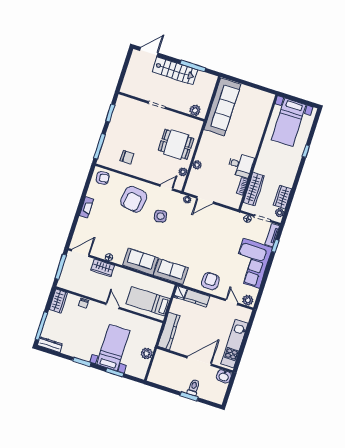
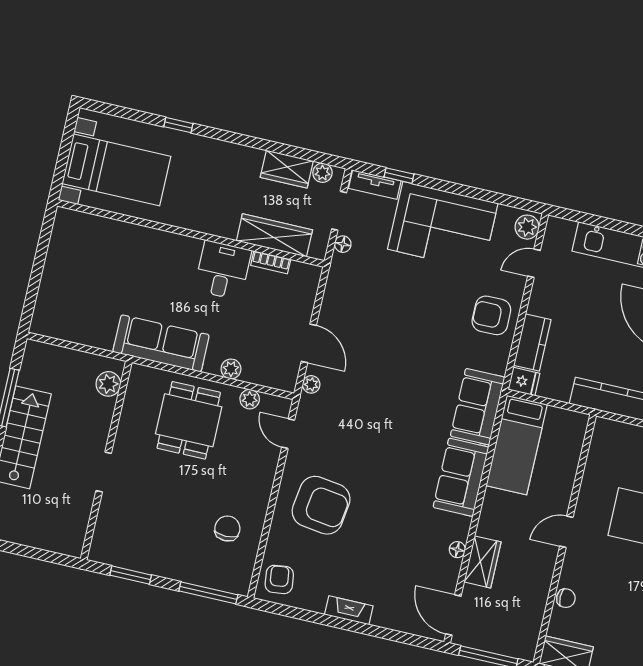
sofa: (222, 107) -> (161, 343), moved, width x0.74, depth x0.79
side table: (160, 216) -> (354, 441), removed
bed: (148, 301) -> (517, 445), moved

